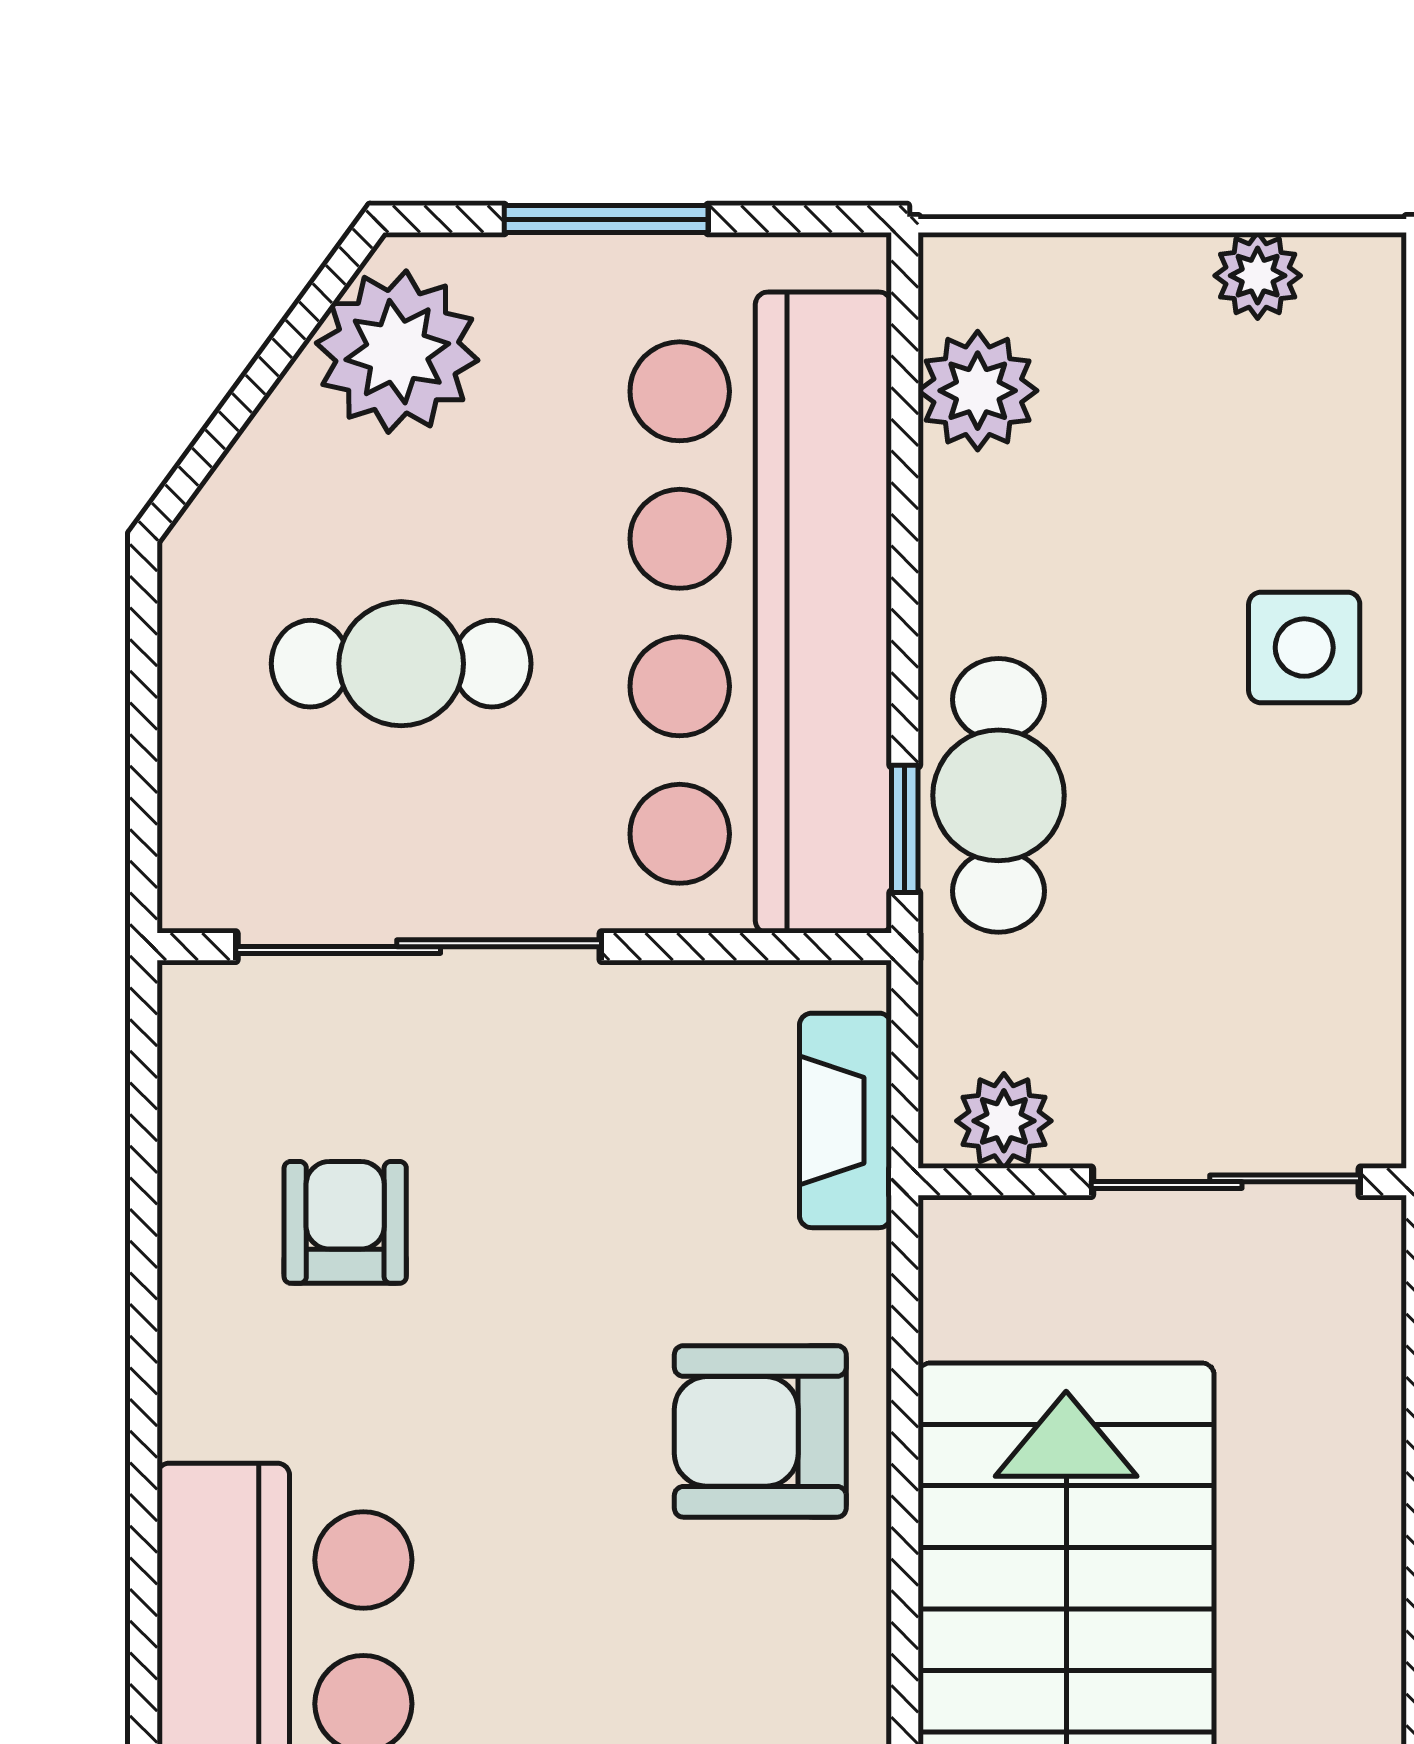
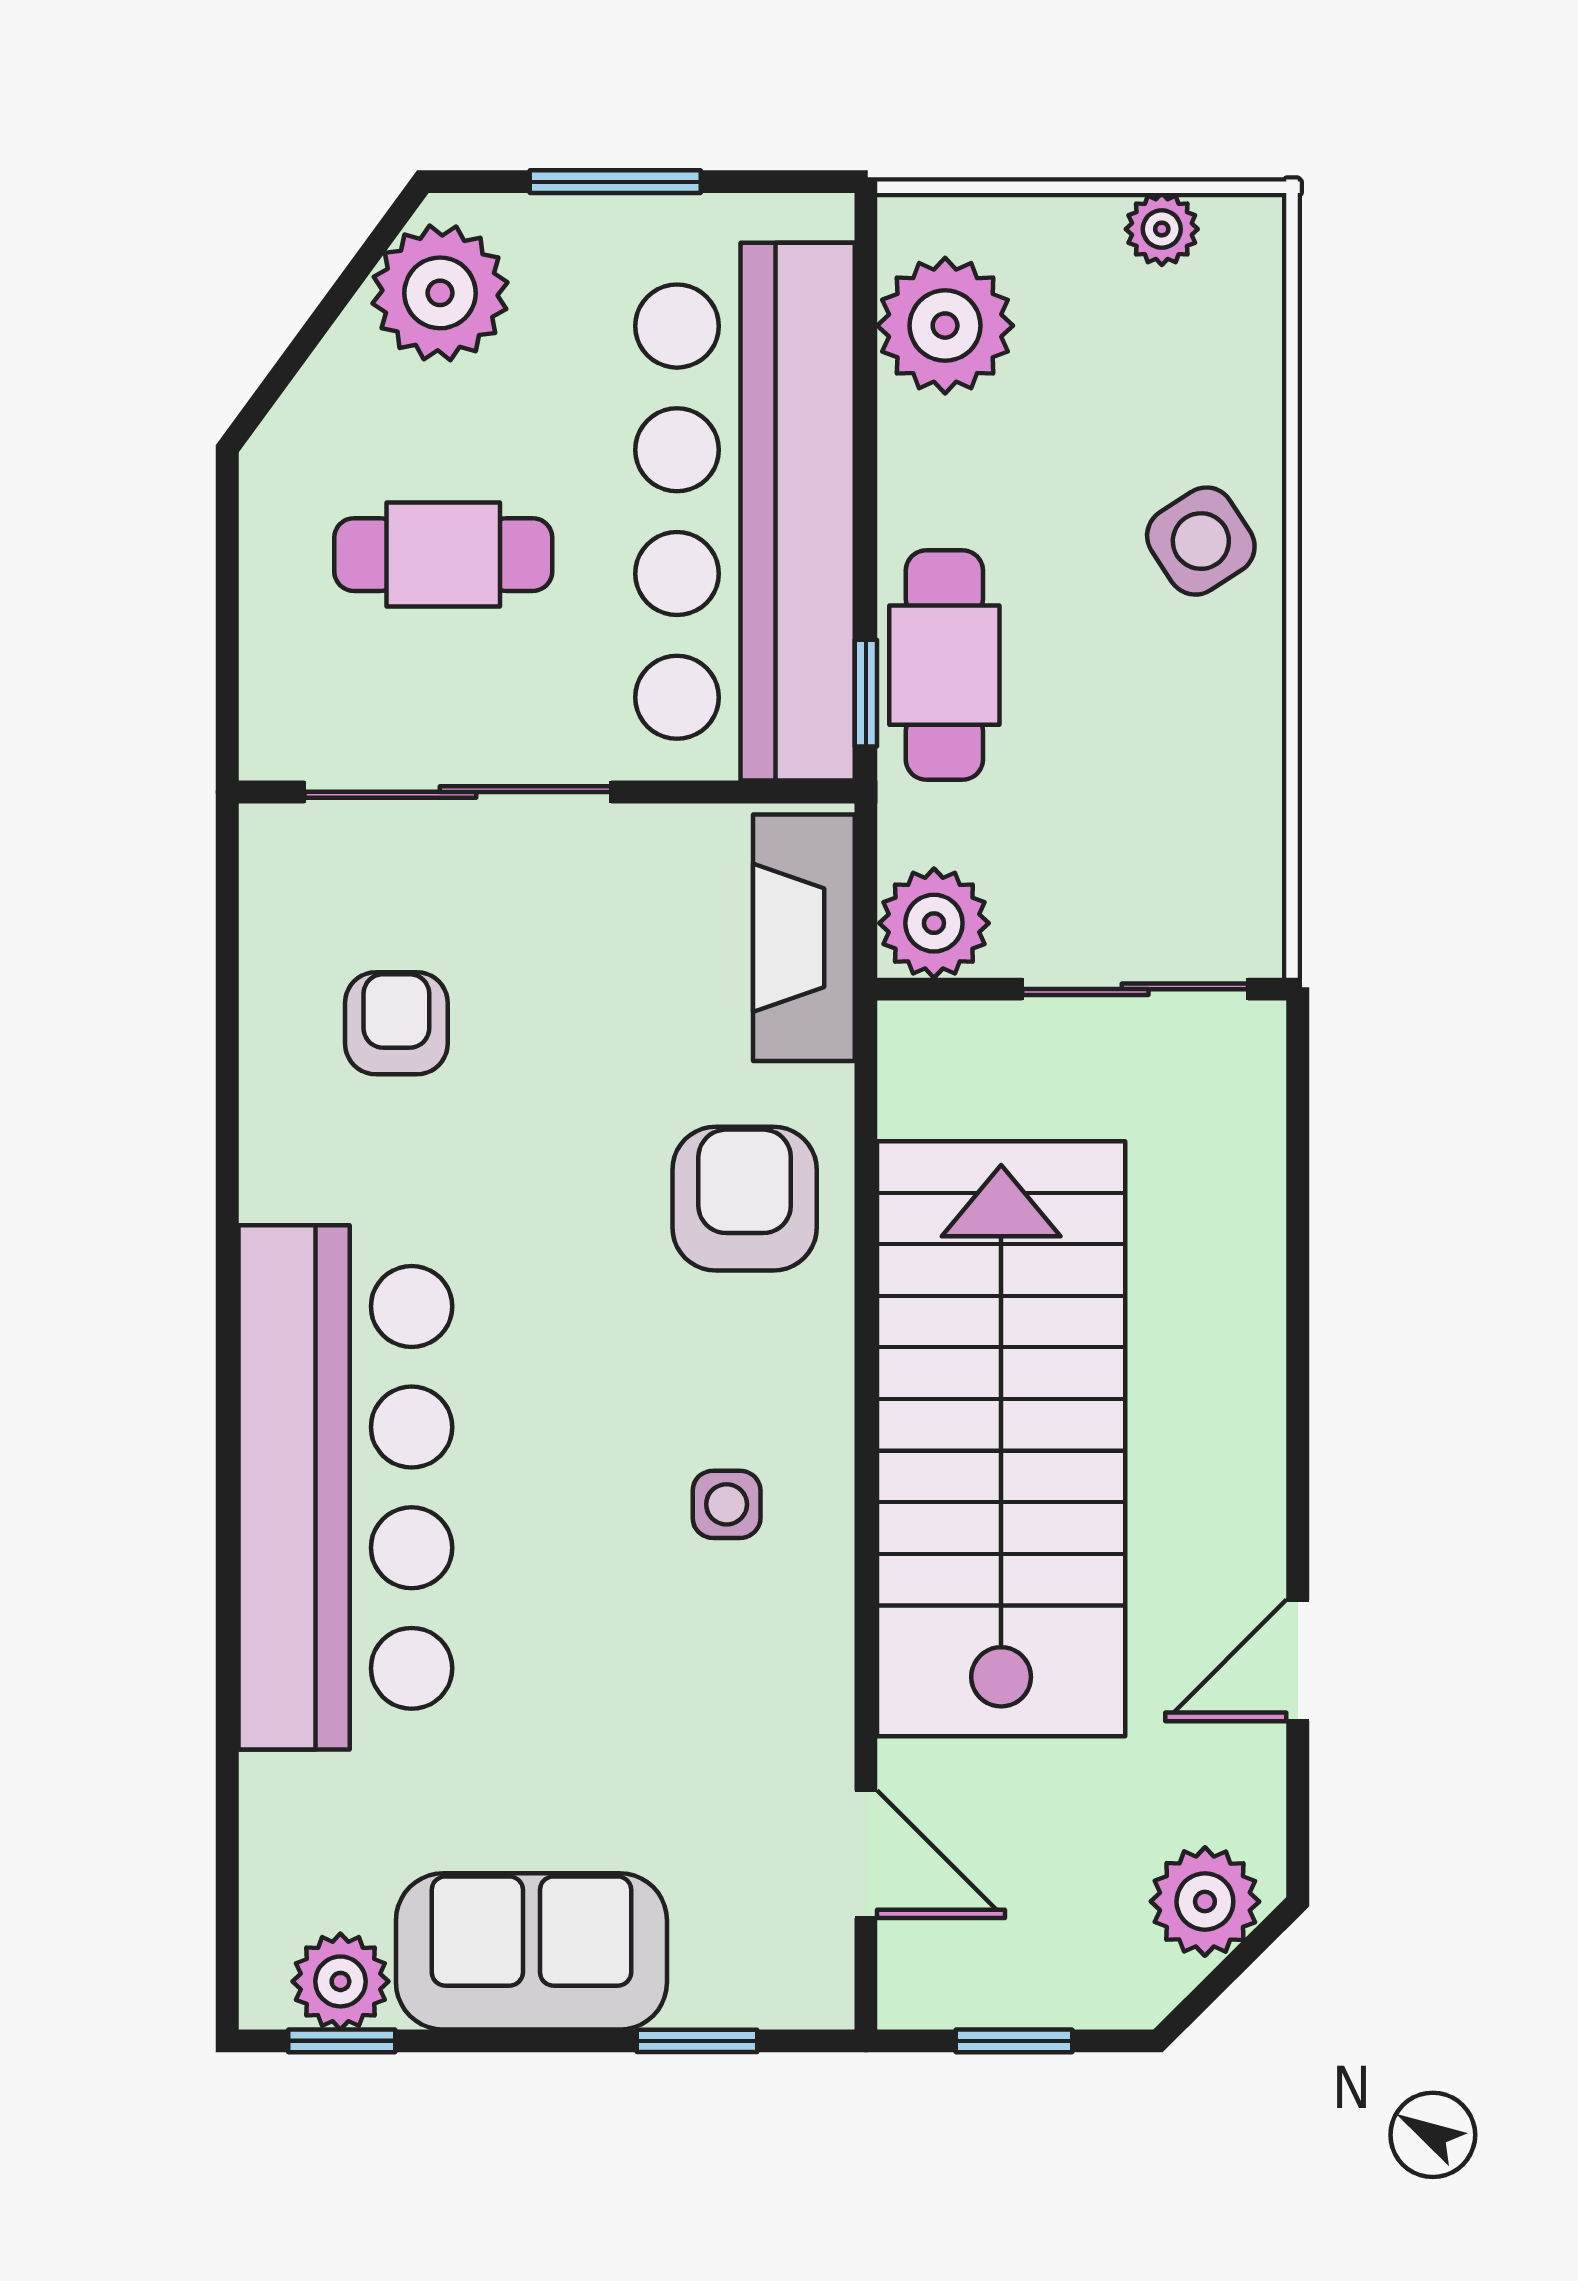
plant: (978, 391) -> (945, 326), width x1.36, depth x1.36
side table: (1304, 648) -> (1201, 541), turned -33
fireplace: (845, 1120) -> (804, 938), width x1.37, depth x1.32
plant: (1004, 1121) -> (934, 923), width x1.38, depth x1.38
armchair: (760, 1431) -> (745, 1199), turned 90

